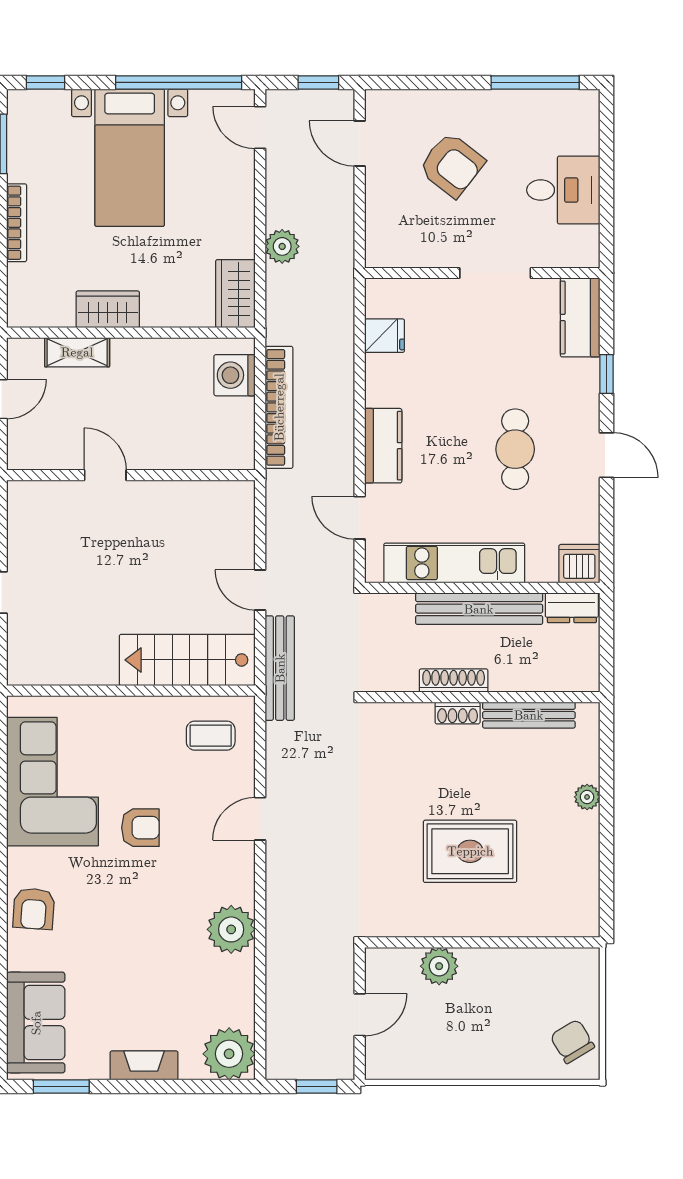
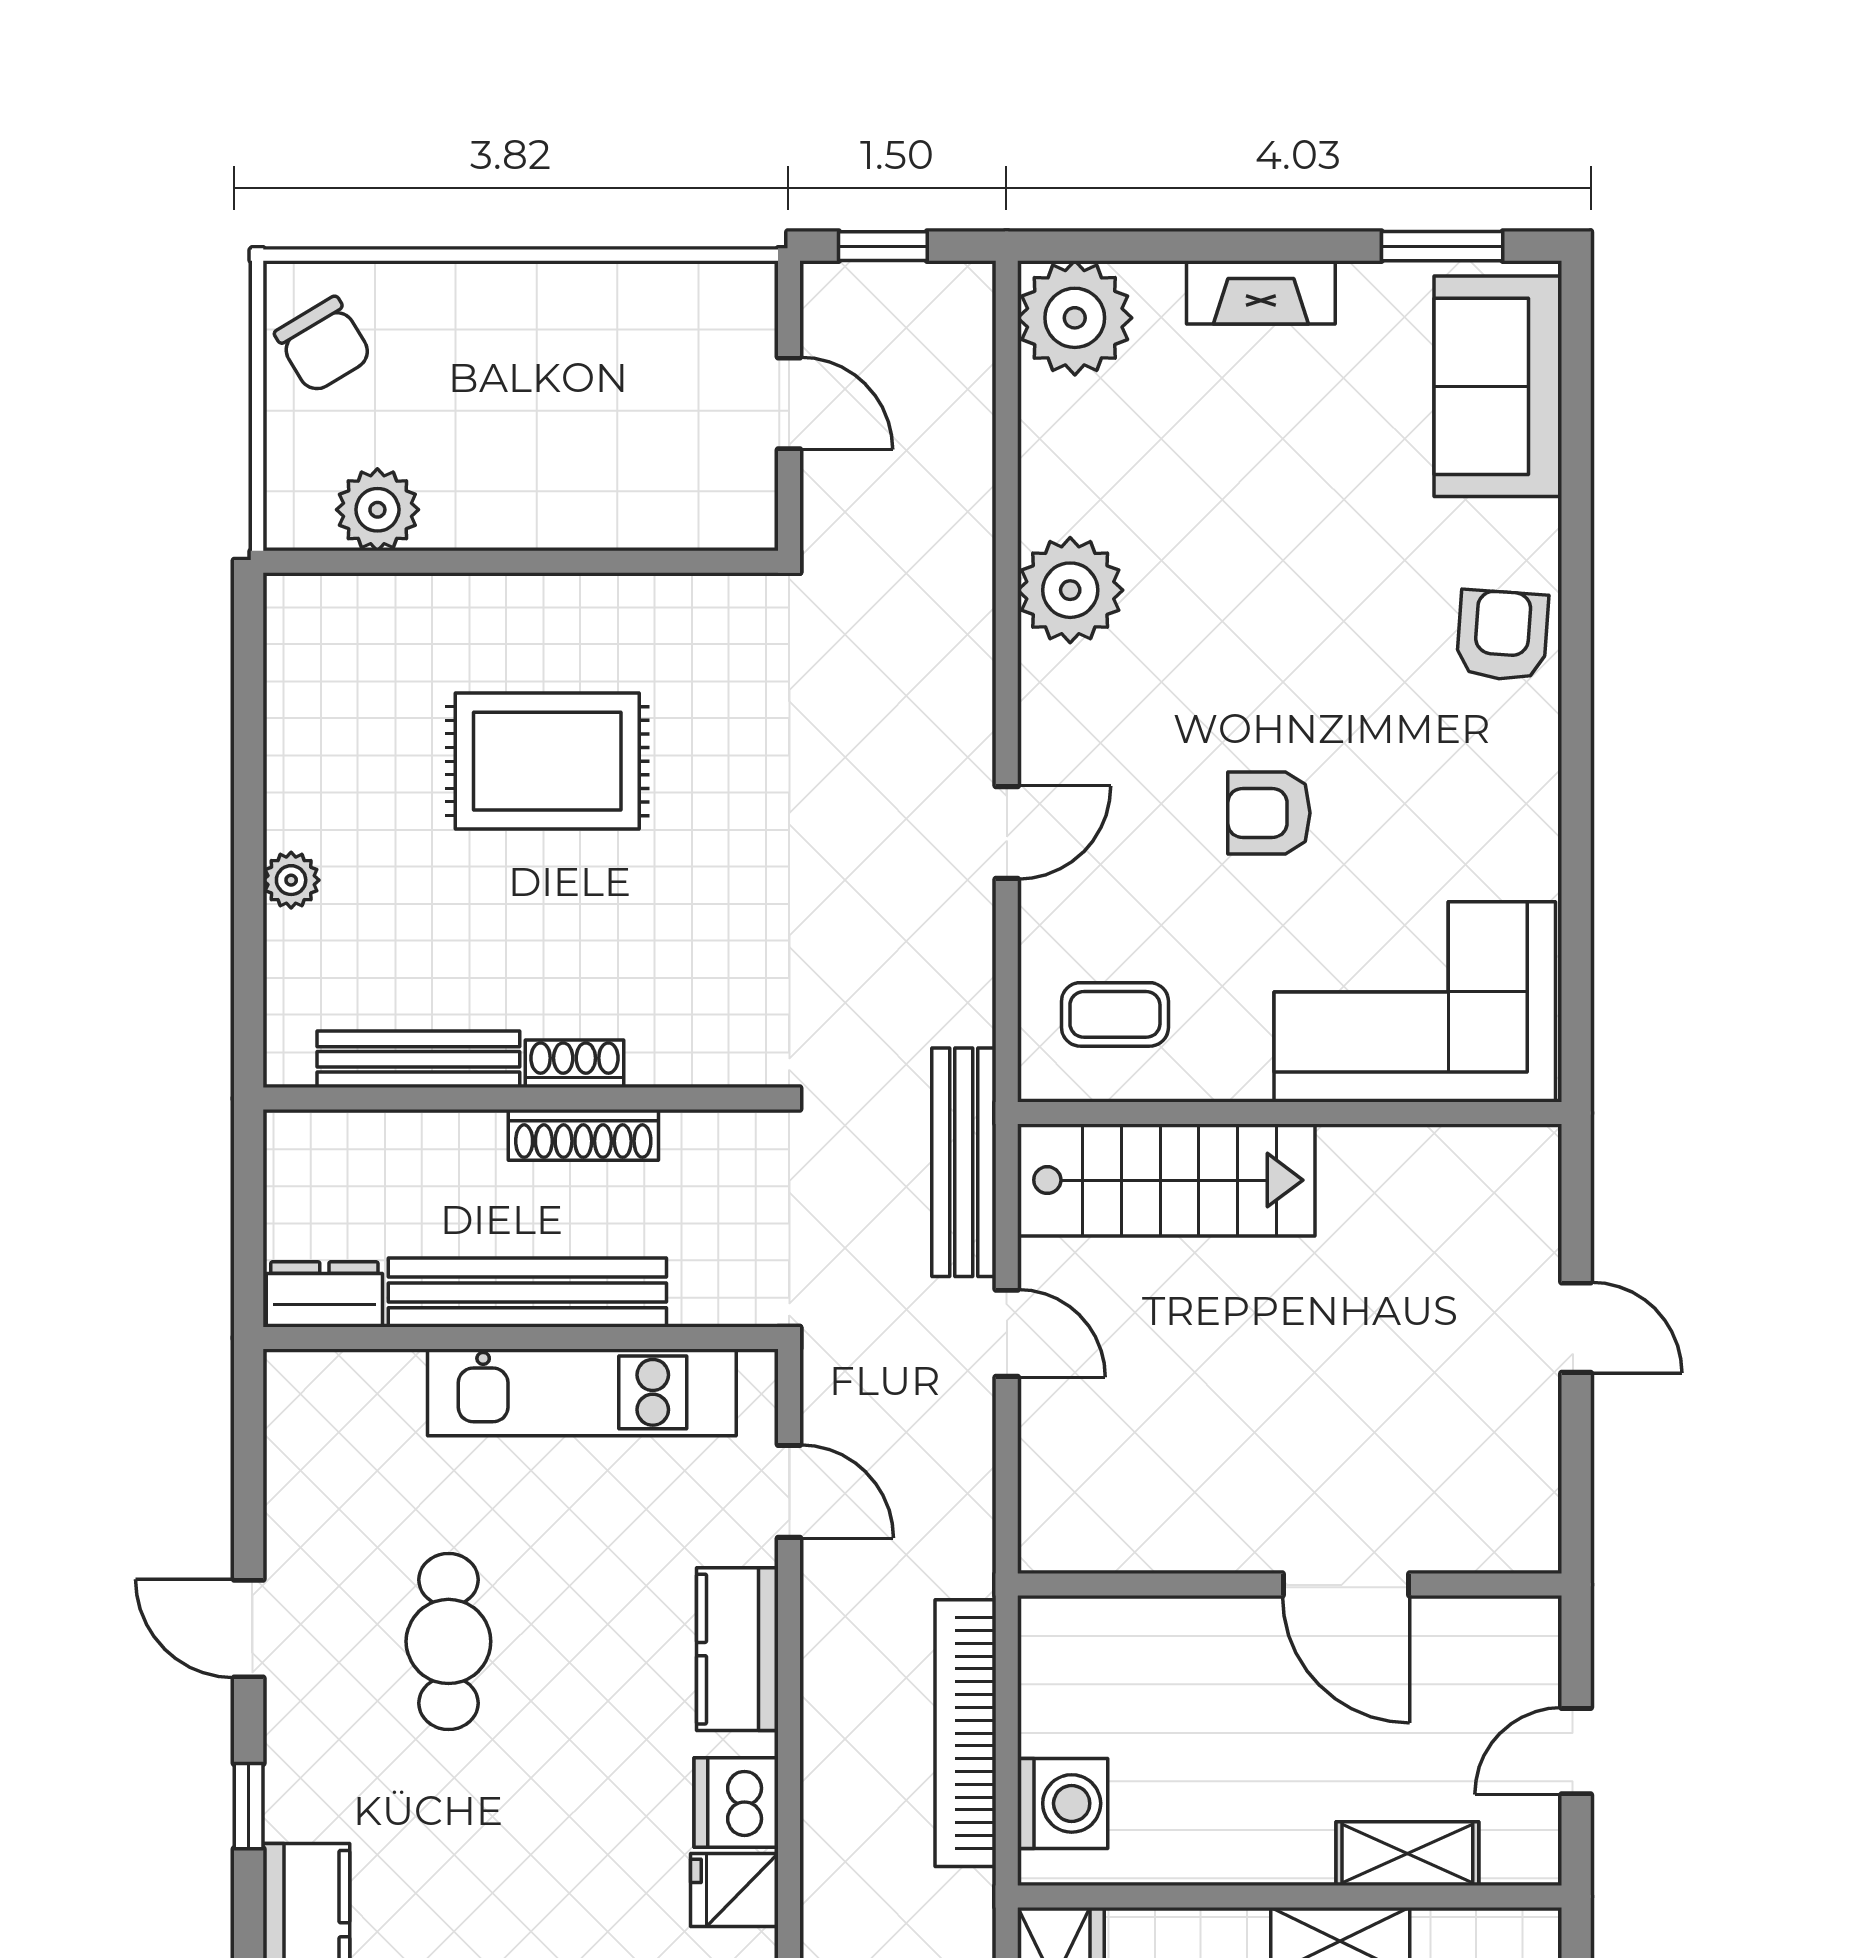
door: (105, 475) -> (1346, 1585), width x1.37
dishwasher: (579, 564) -> (736, 1803), moved, turned 90
corner sofa: (52, 782) -> (1415, 1002), moved, turned 90
plant: (439, 966) -> (377, 510), moved
door: (360, 1015) -> (789, 403), swing flipped

